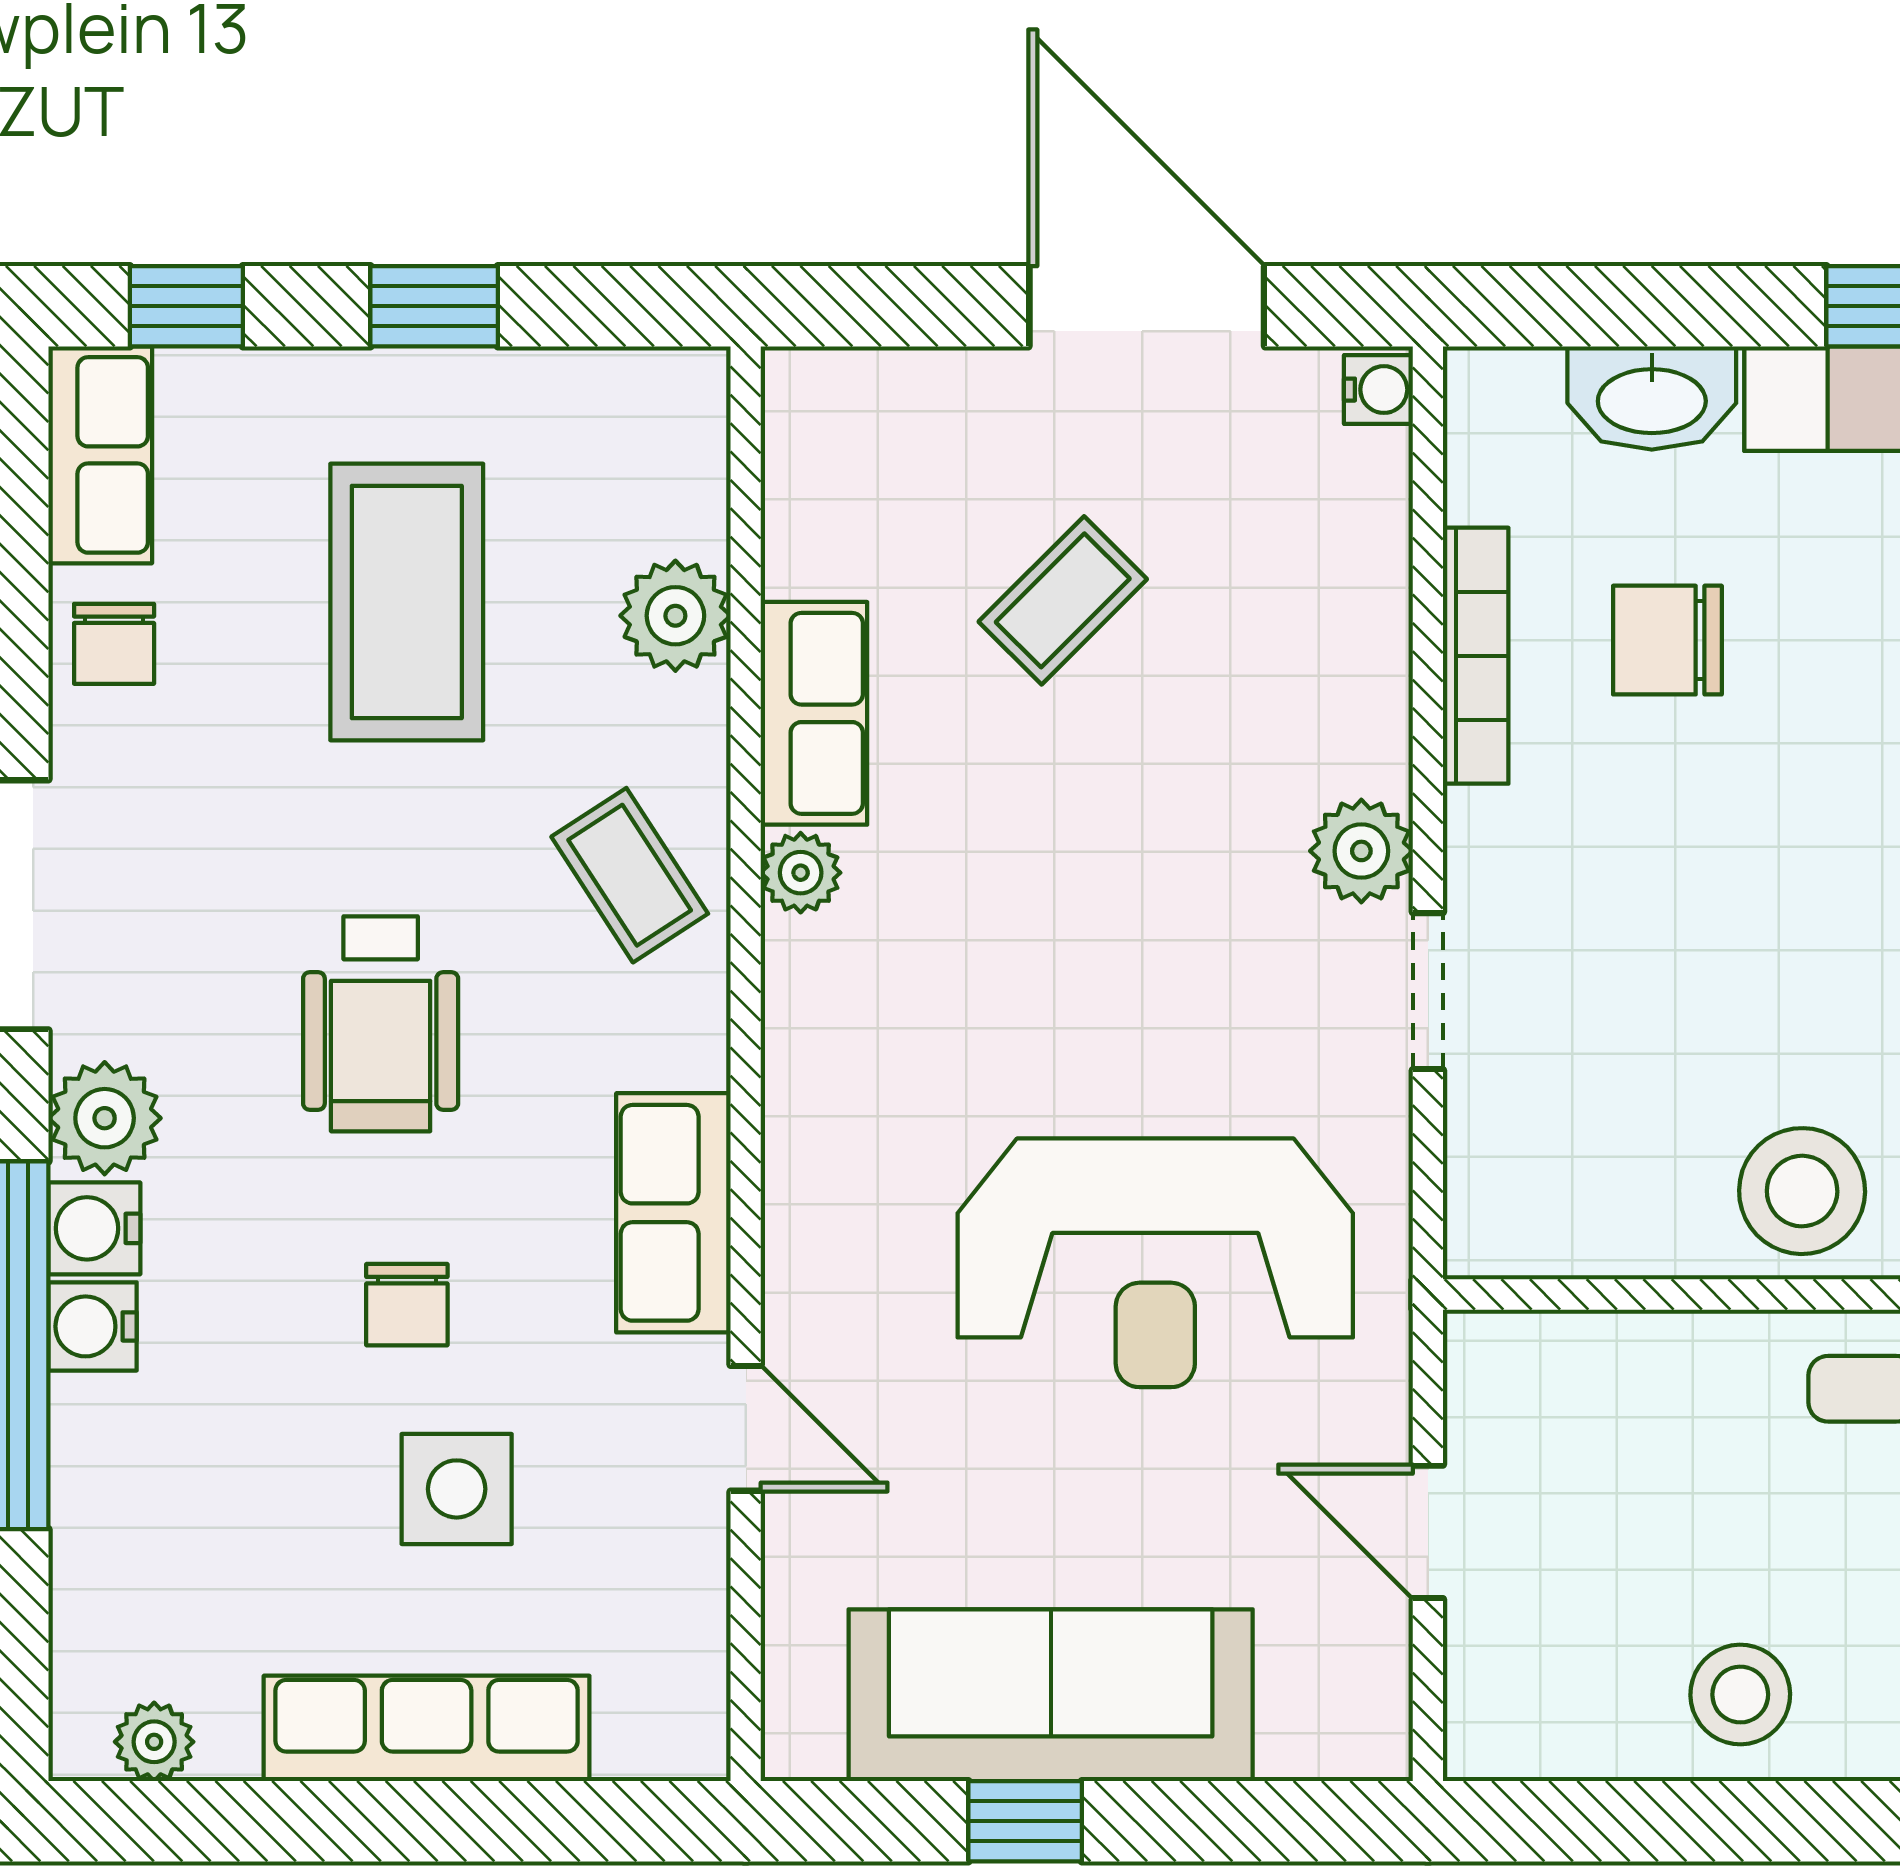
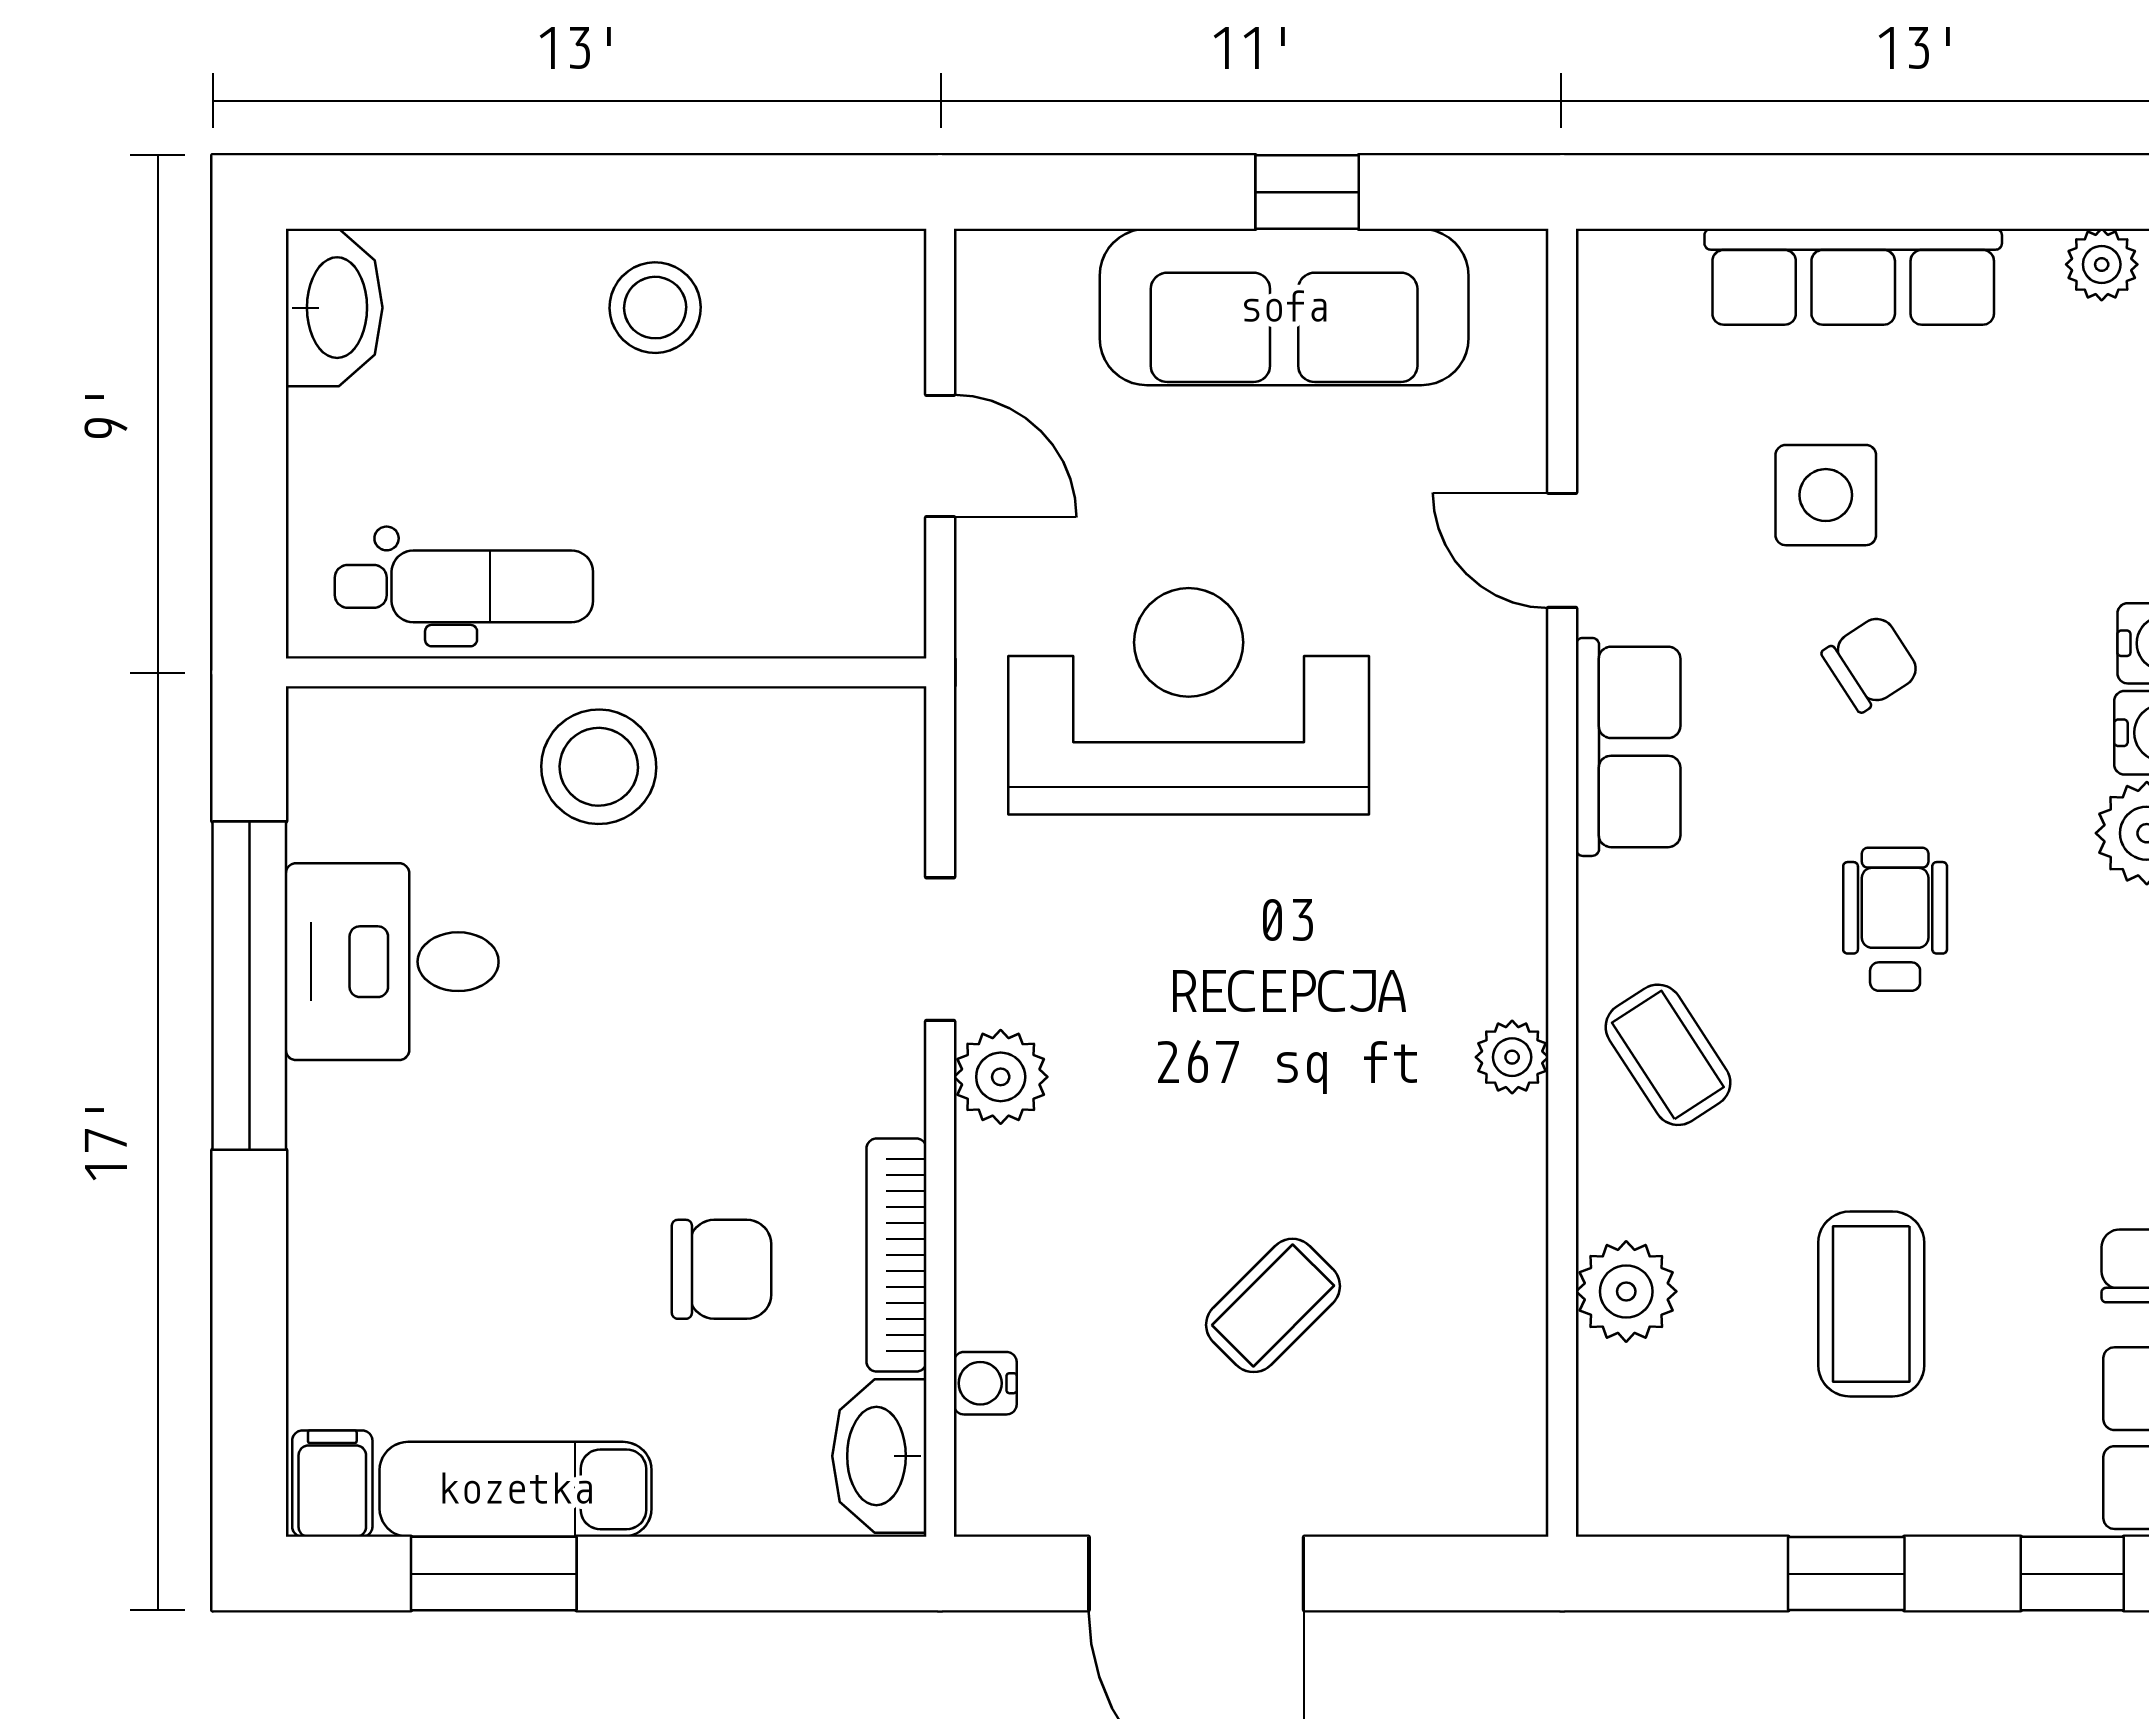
water cooler: (1378, 390) -> (985, 1383), moved
washbasin: (1652, 398) -> (879, 1456), moved, turned -90
coffee table: (407, 602) -> (1871, 1304), width x0.73, depth x0.76
row of seats: (814, 713) -> (1500, 1202), removed
wheelchair: (381, 1024) -> (1895, 919), width x0.73, depth x0.73
chair: (407, 1305) -> (1871, 663), turned 57

